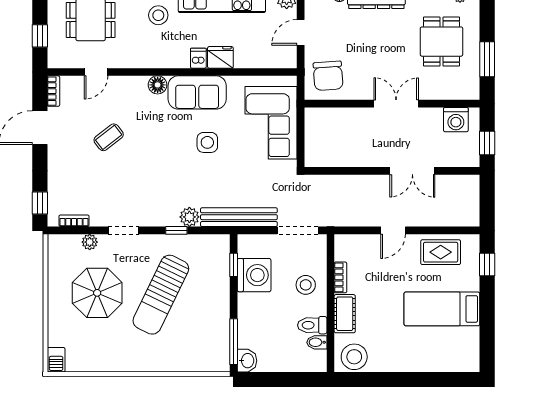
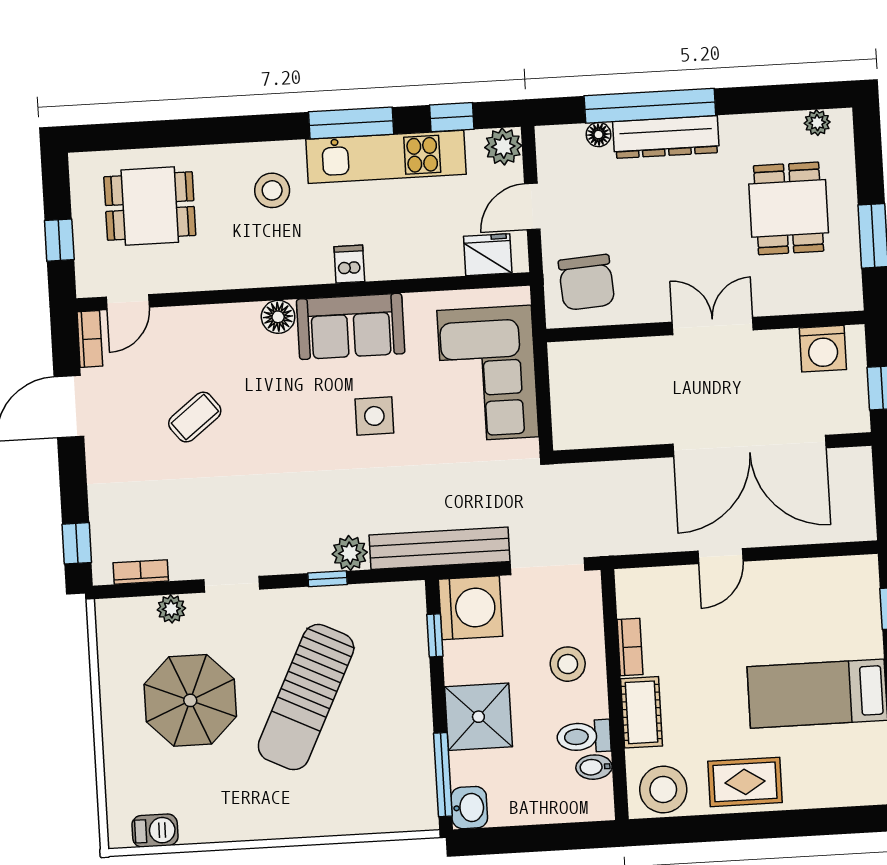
fridge: (220, 57) -> (488, 255), moved
door: (96, 72) -> (128, 302), moved
double door: (412, 171) -> (749, 446), width x1.87
rug: (441, 252) -> (745, 782), moved
washing machine: (254, 275) -> (470, 608), moved
shower: (255, 311) -> (478, 717), added
barbecue: (56, 360) -> (155, 831), moved, turned -90

